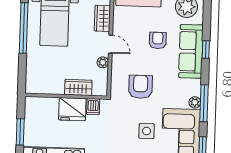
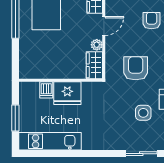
door: (110, 44) -> (104, 26), hinge flipped
wardrobe: (78, 87) -> (94, 65), moved, turned -90
dishwasher: (93, 107) -> (46, 90), moved

